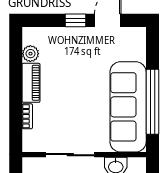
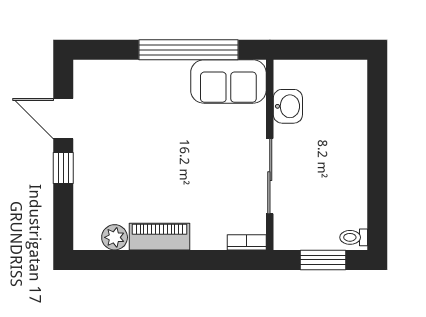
sofa: (128, 107) -> (228, 81), width x0.54, depth x0.79
bookcase: (27, 116) -> (247, 242), moved

